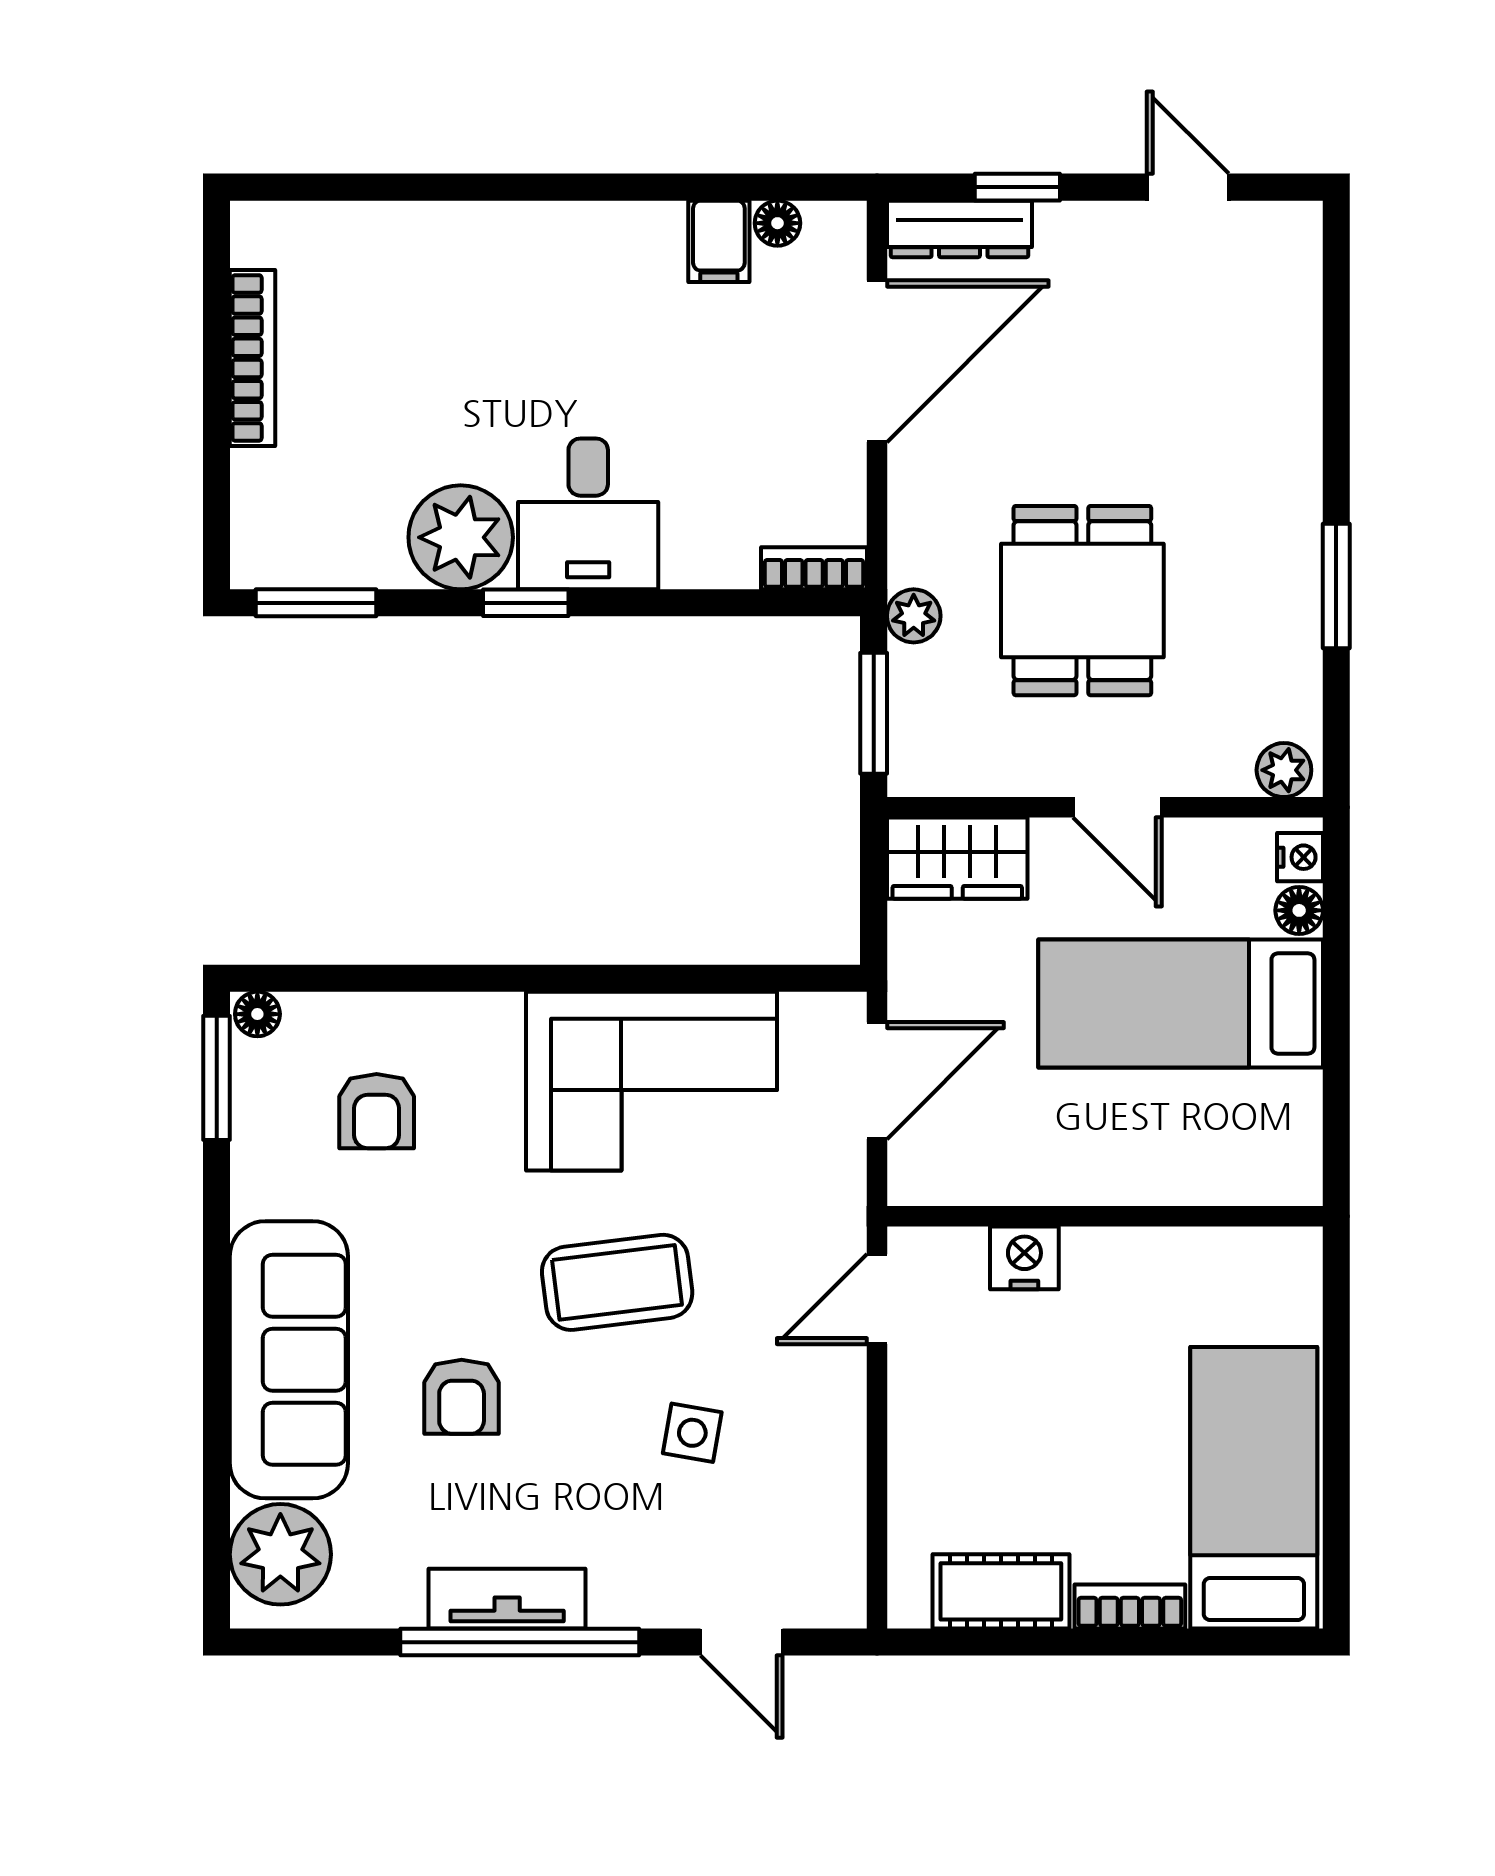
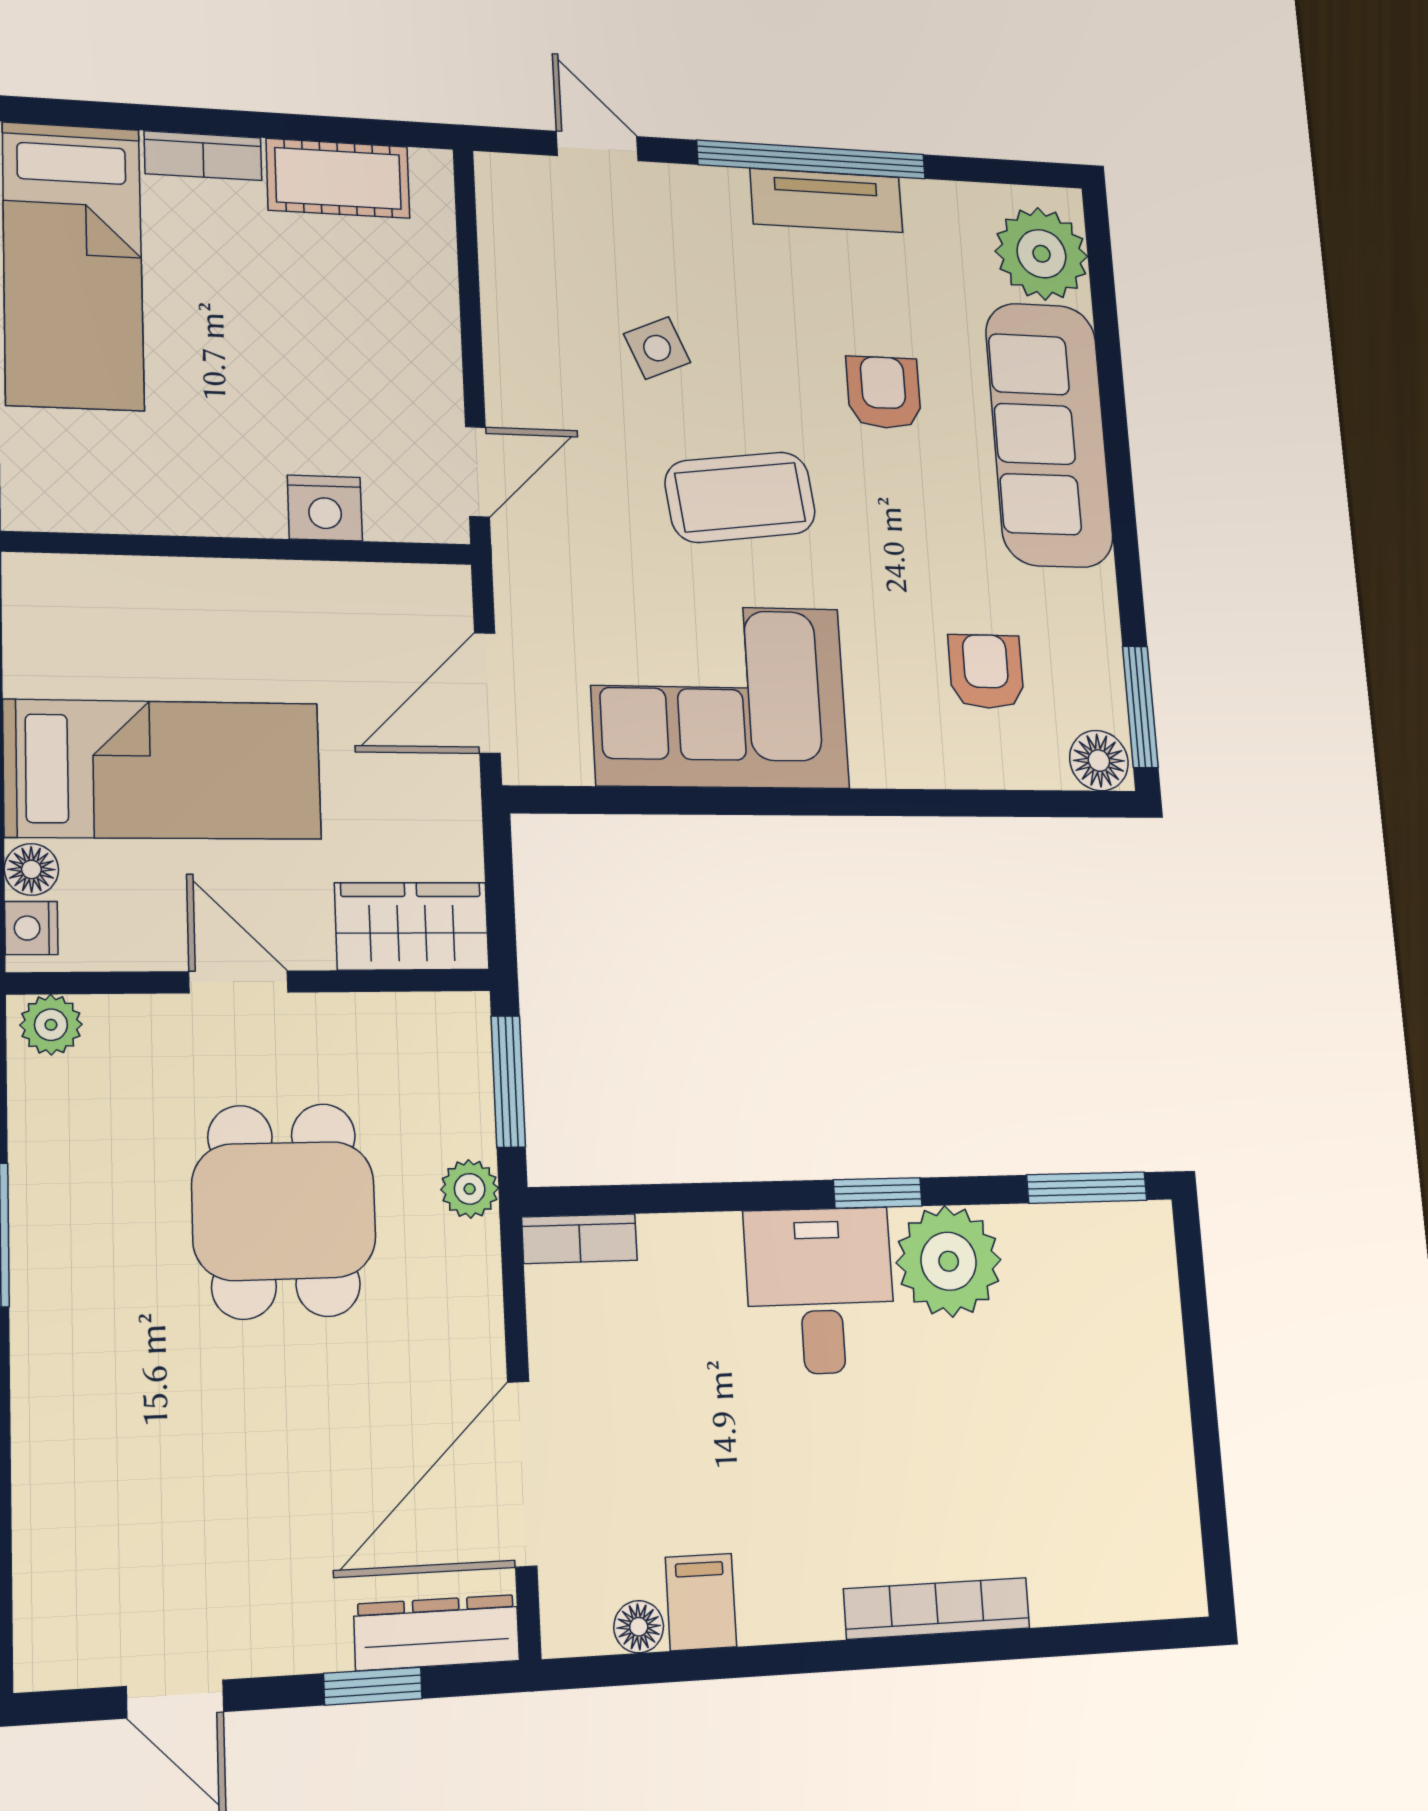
bookcase: (253, 358) -> (937, 1608), moved, turned 90
floor lamp: (257, 1014) -> (1099, 761), width x1.37, depth x1.37
side table: (692, 1433) -> (657, 348), turned -33

